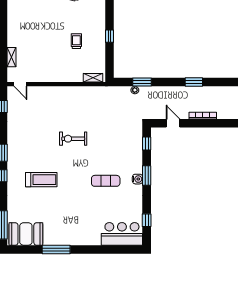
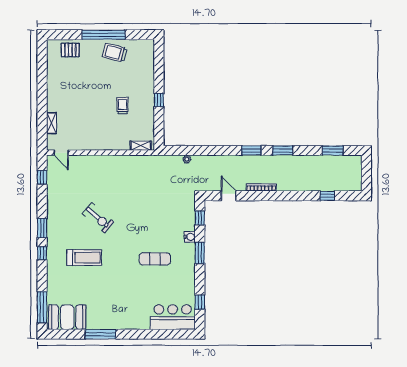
window: (142, 82) -> (283, 150), moved
exercise bike: (73, 139) -> (98, 218), moved, turned -139
water cooler: (137, 179) -> (190, 237), moved

